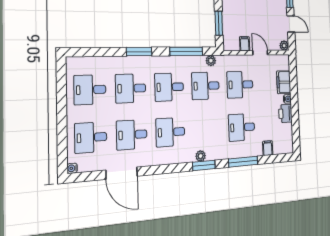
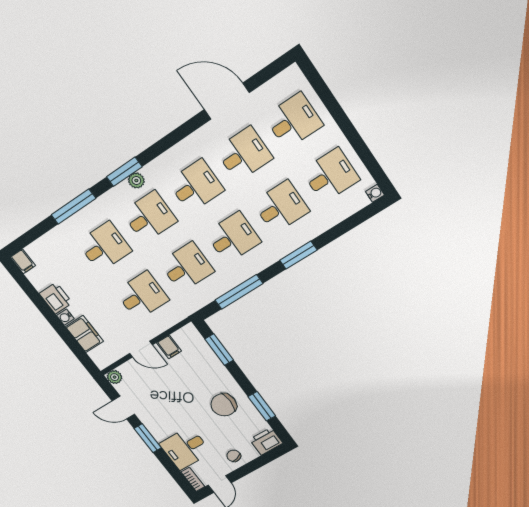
plant: (211, 61) -> (200, 300), removed
desk: (207, 130) -> (149, 217), added
filing cabinet: (268, 148) -> (23, 261), moved
water cooler: (72, 168) -> (375, 193), moved

